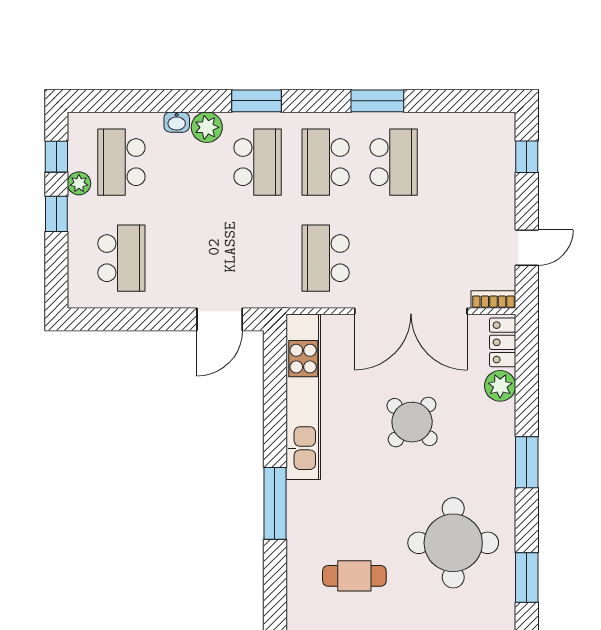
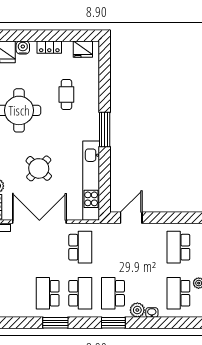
school desk: (121, 162) -> (178, 293), turned 180
cafe table: (354, 576) -> (66, 95), turned 90

